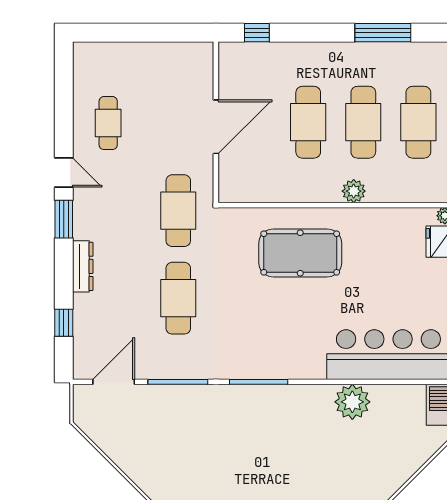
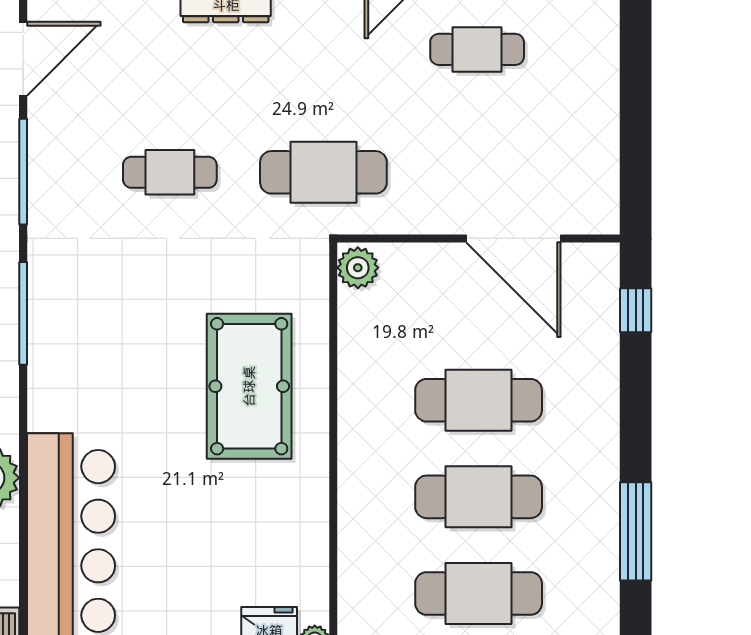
door: (216, 127) -> (513, 238), moved
plant: (354, 191) -> (358, 268), moved
cafe table: (178, 298) -> (170, 172), width x0.73, depth x0.74
door: (114, 382) -> (23, 59), hinge flipped

